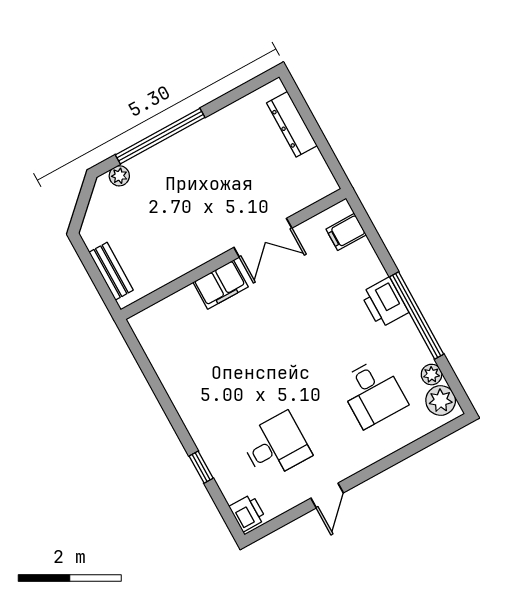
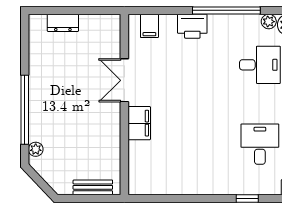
dresser: (292, 124) -> (63, 23), width x0.70
double door: (263, 238) -> (124, 80), swing flipped
printer: (385, 303) -> (192, 26), moved

